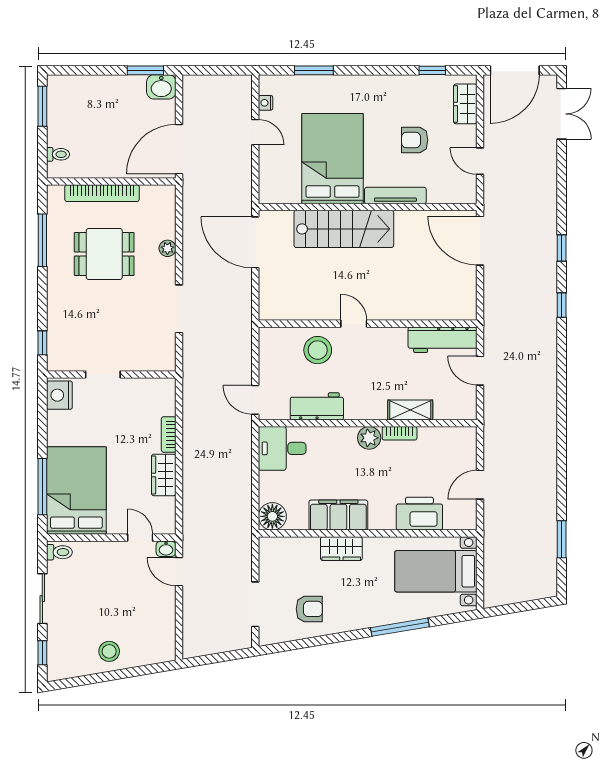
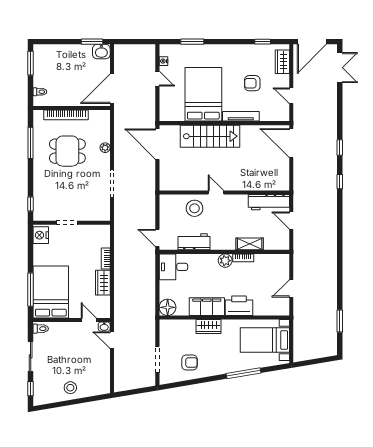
printer: (419, 514) -> (239, 306), moved

